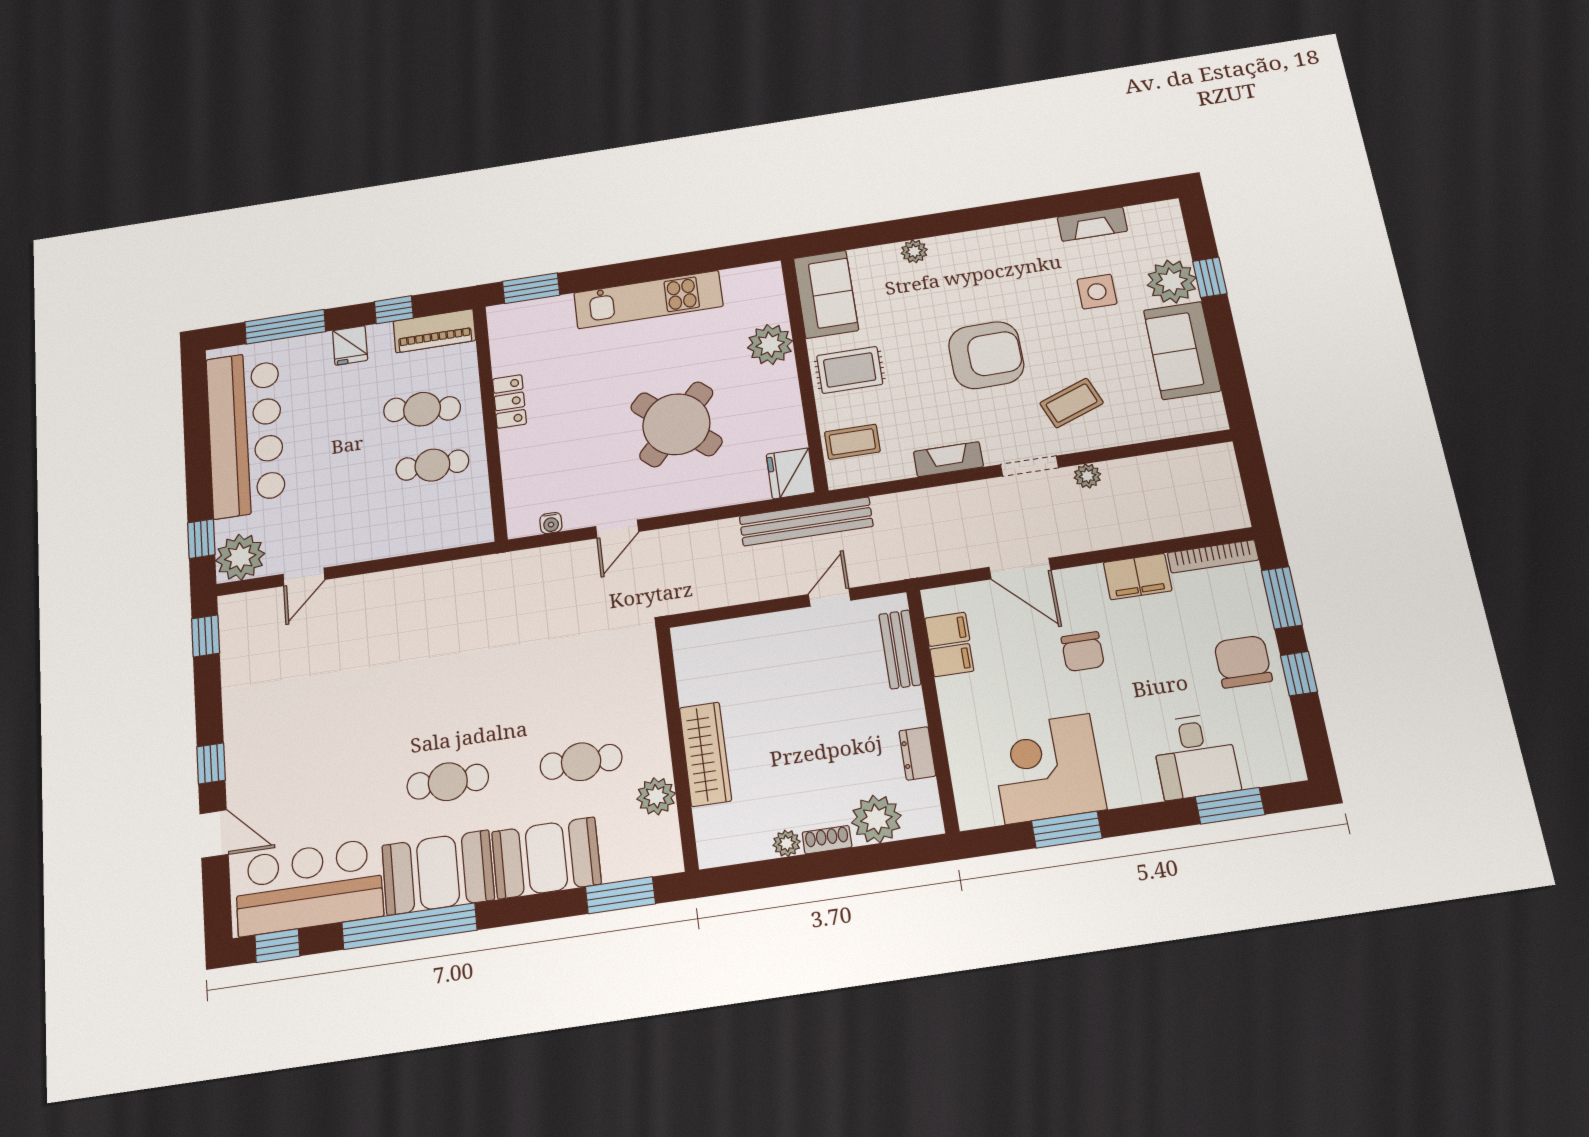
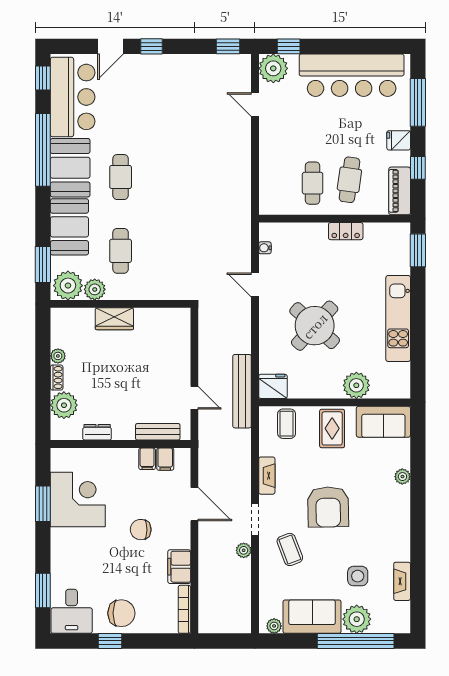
window: (1210, 277) -> (356, 641), width x3.17
plant: (1211, 407) -> (274, 626), added
door: (1020, 569) -> (194, 504), swing flipped
window: (1282, 598) -> (154, 641), removed
wardrobe: (705, 754) -> (114, 319), width x0.67
desk: (1195, 756) -> (72, 611), moved, turned -90
plant: (654, 845) -> (68, 286), added

